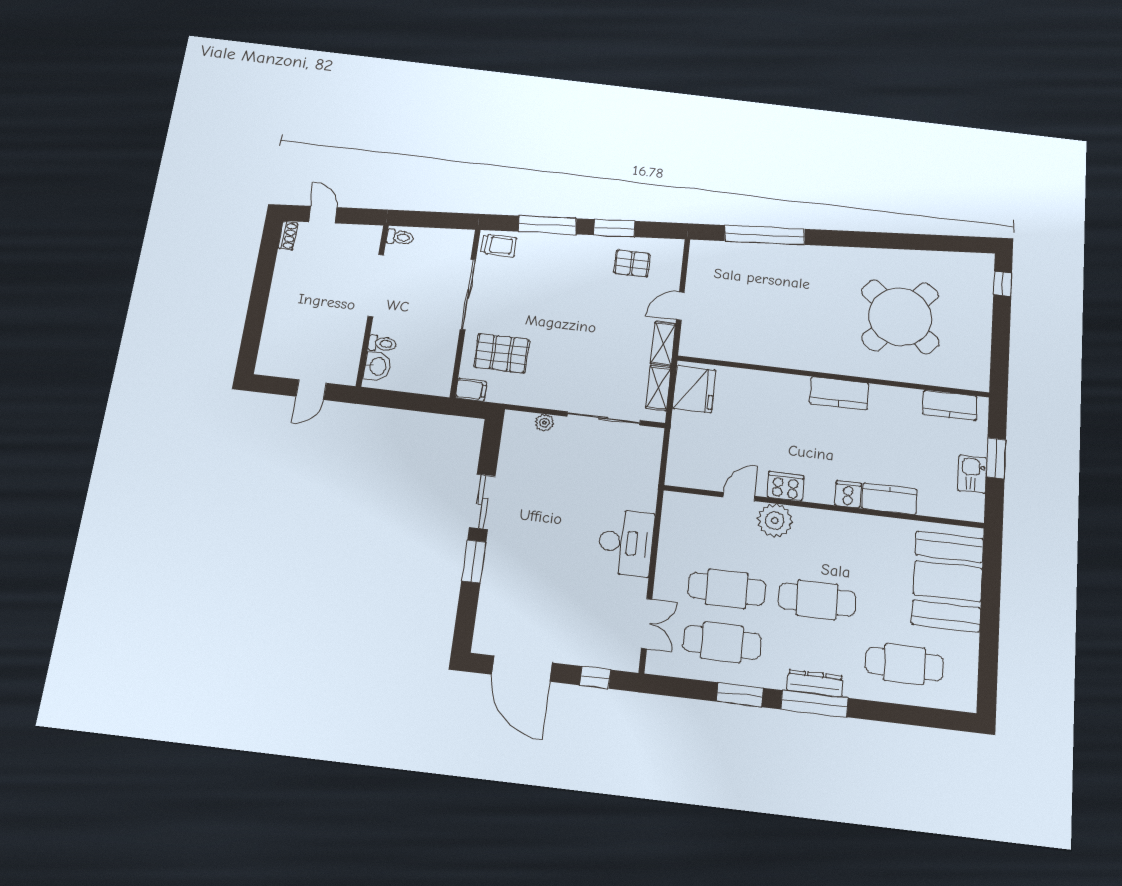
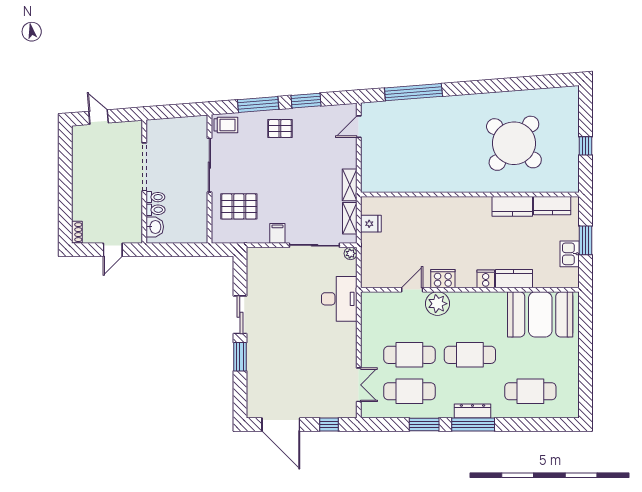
shoe rack: (288, 236) -> (77, 232), moved
toilet: (400, 237) -> (155, 197), moved
pallet: (632, 263) -> (280, 129), moved
window: (1003, 284) -> (586, 146), moved
door: (680, 306) -> (359, 127), moved
fridge: (694, 389) -> (371, 224), width x0.53, depth x0.75
filing cabinet: (471, 390) -> (277, 233), moved, turned -90
kitchen counter: (839, 393) -> (512, 206), moved
plant: (545, 423) -> (351, 253), moved
desk: (626, 543) -> (339, 299), moved
booth: (948, 581) -> (540, 314), moved, turned 90

